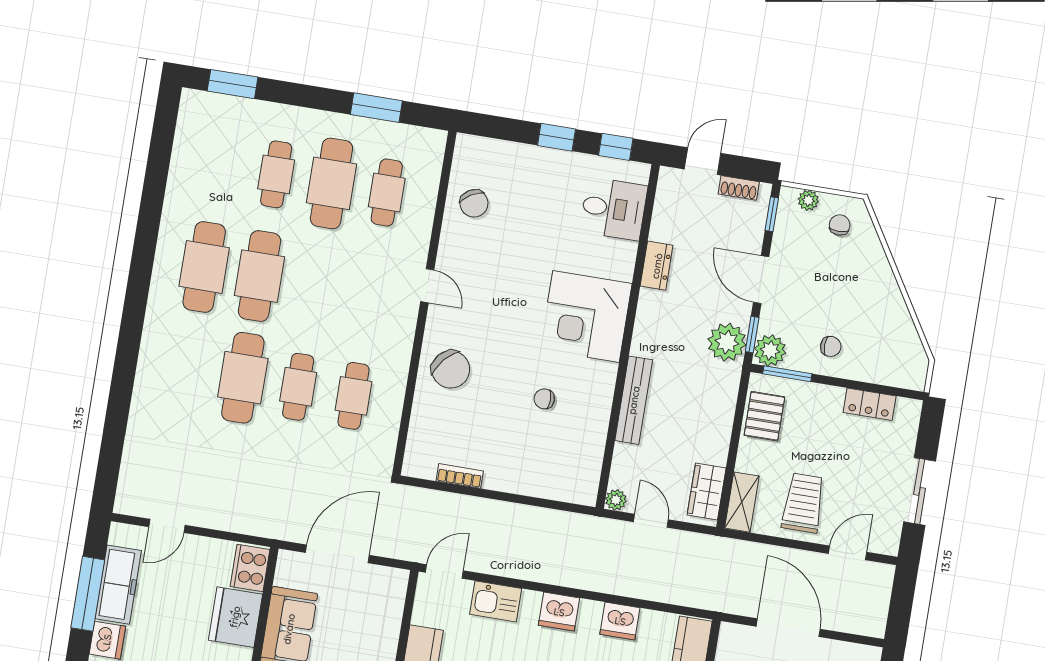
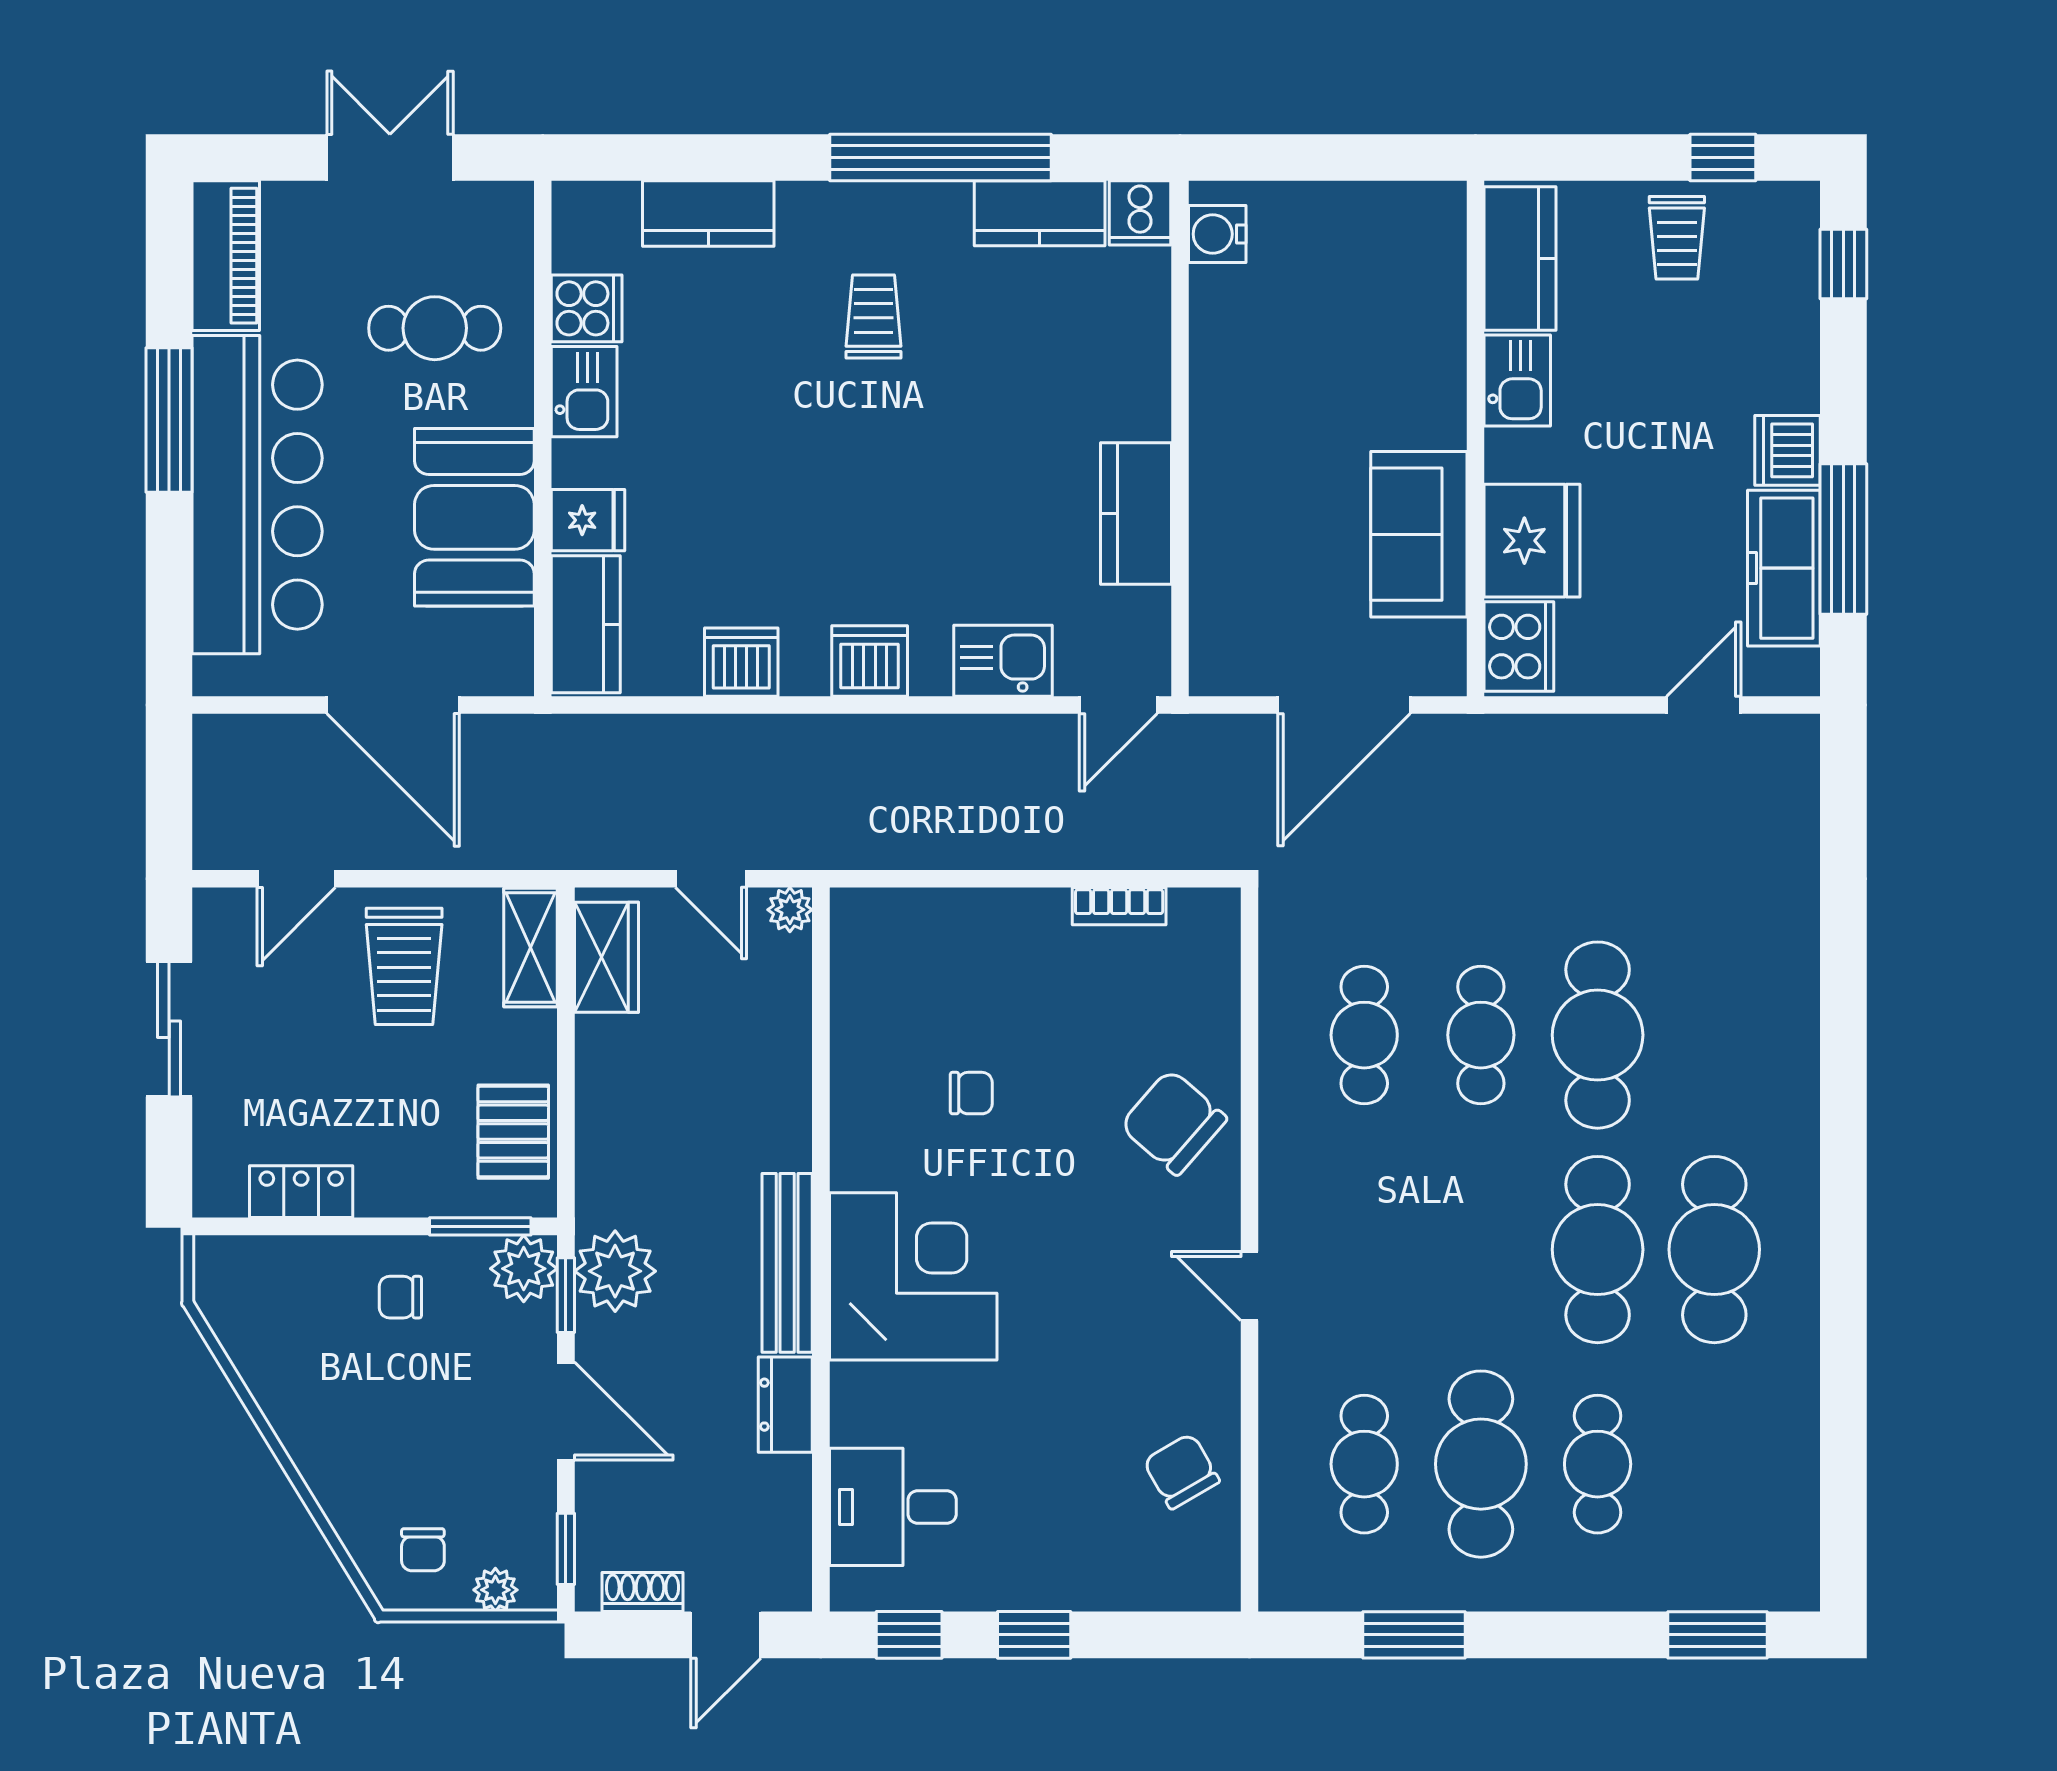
bench: (634, 400) -> (787, 1263), moved

